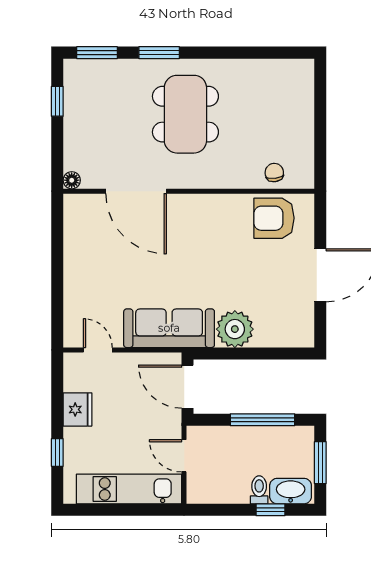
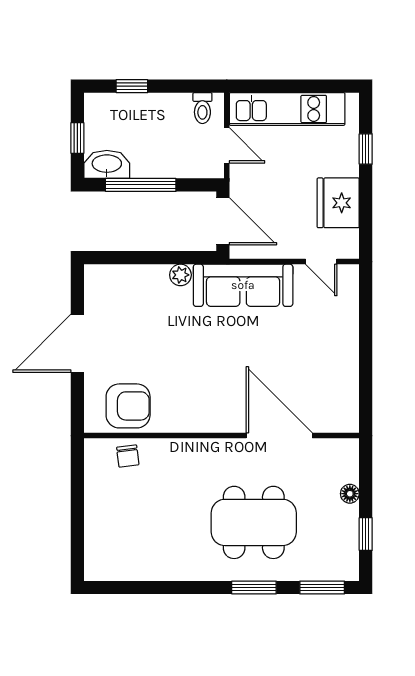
dining table: (185, 114) -> (254, 522), moved, turned 90
floor lamp: (72, 180) -> (350, 494), moved
plant: (235, 329) -> (180, 275), width x0.53, depth x0.53
fridge: (78, 409) -> (338, 203), width x1.36, depth x1.34
window: (320, 463) -> (77, 138), width x0.67
toilet: (259, 490) -> (202, 108), moved
washbasin: (291, 491) -> (107, 164), moved, turned 180

